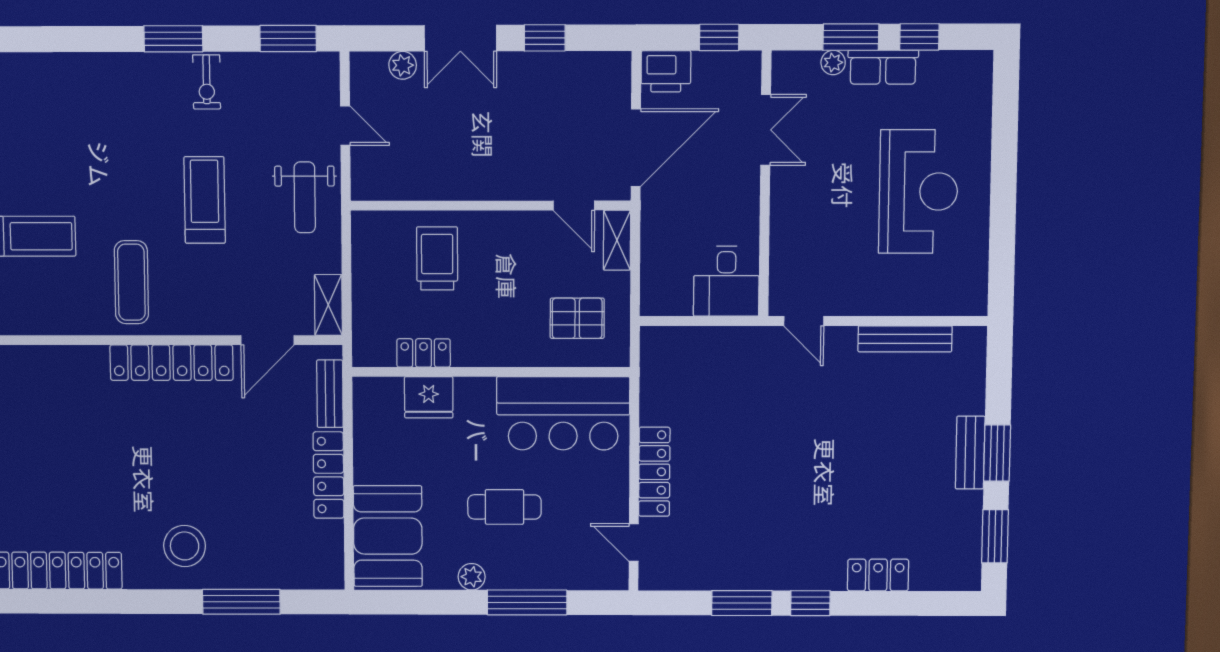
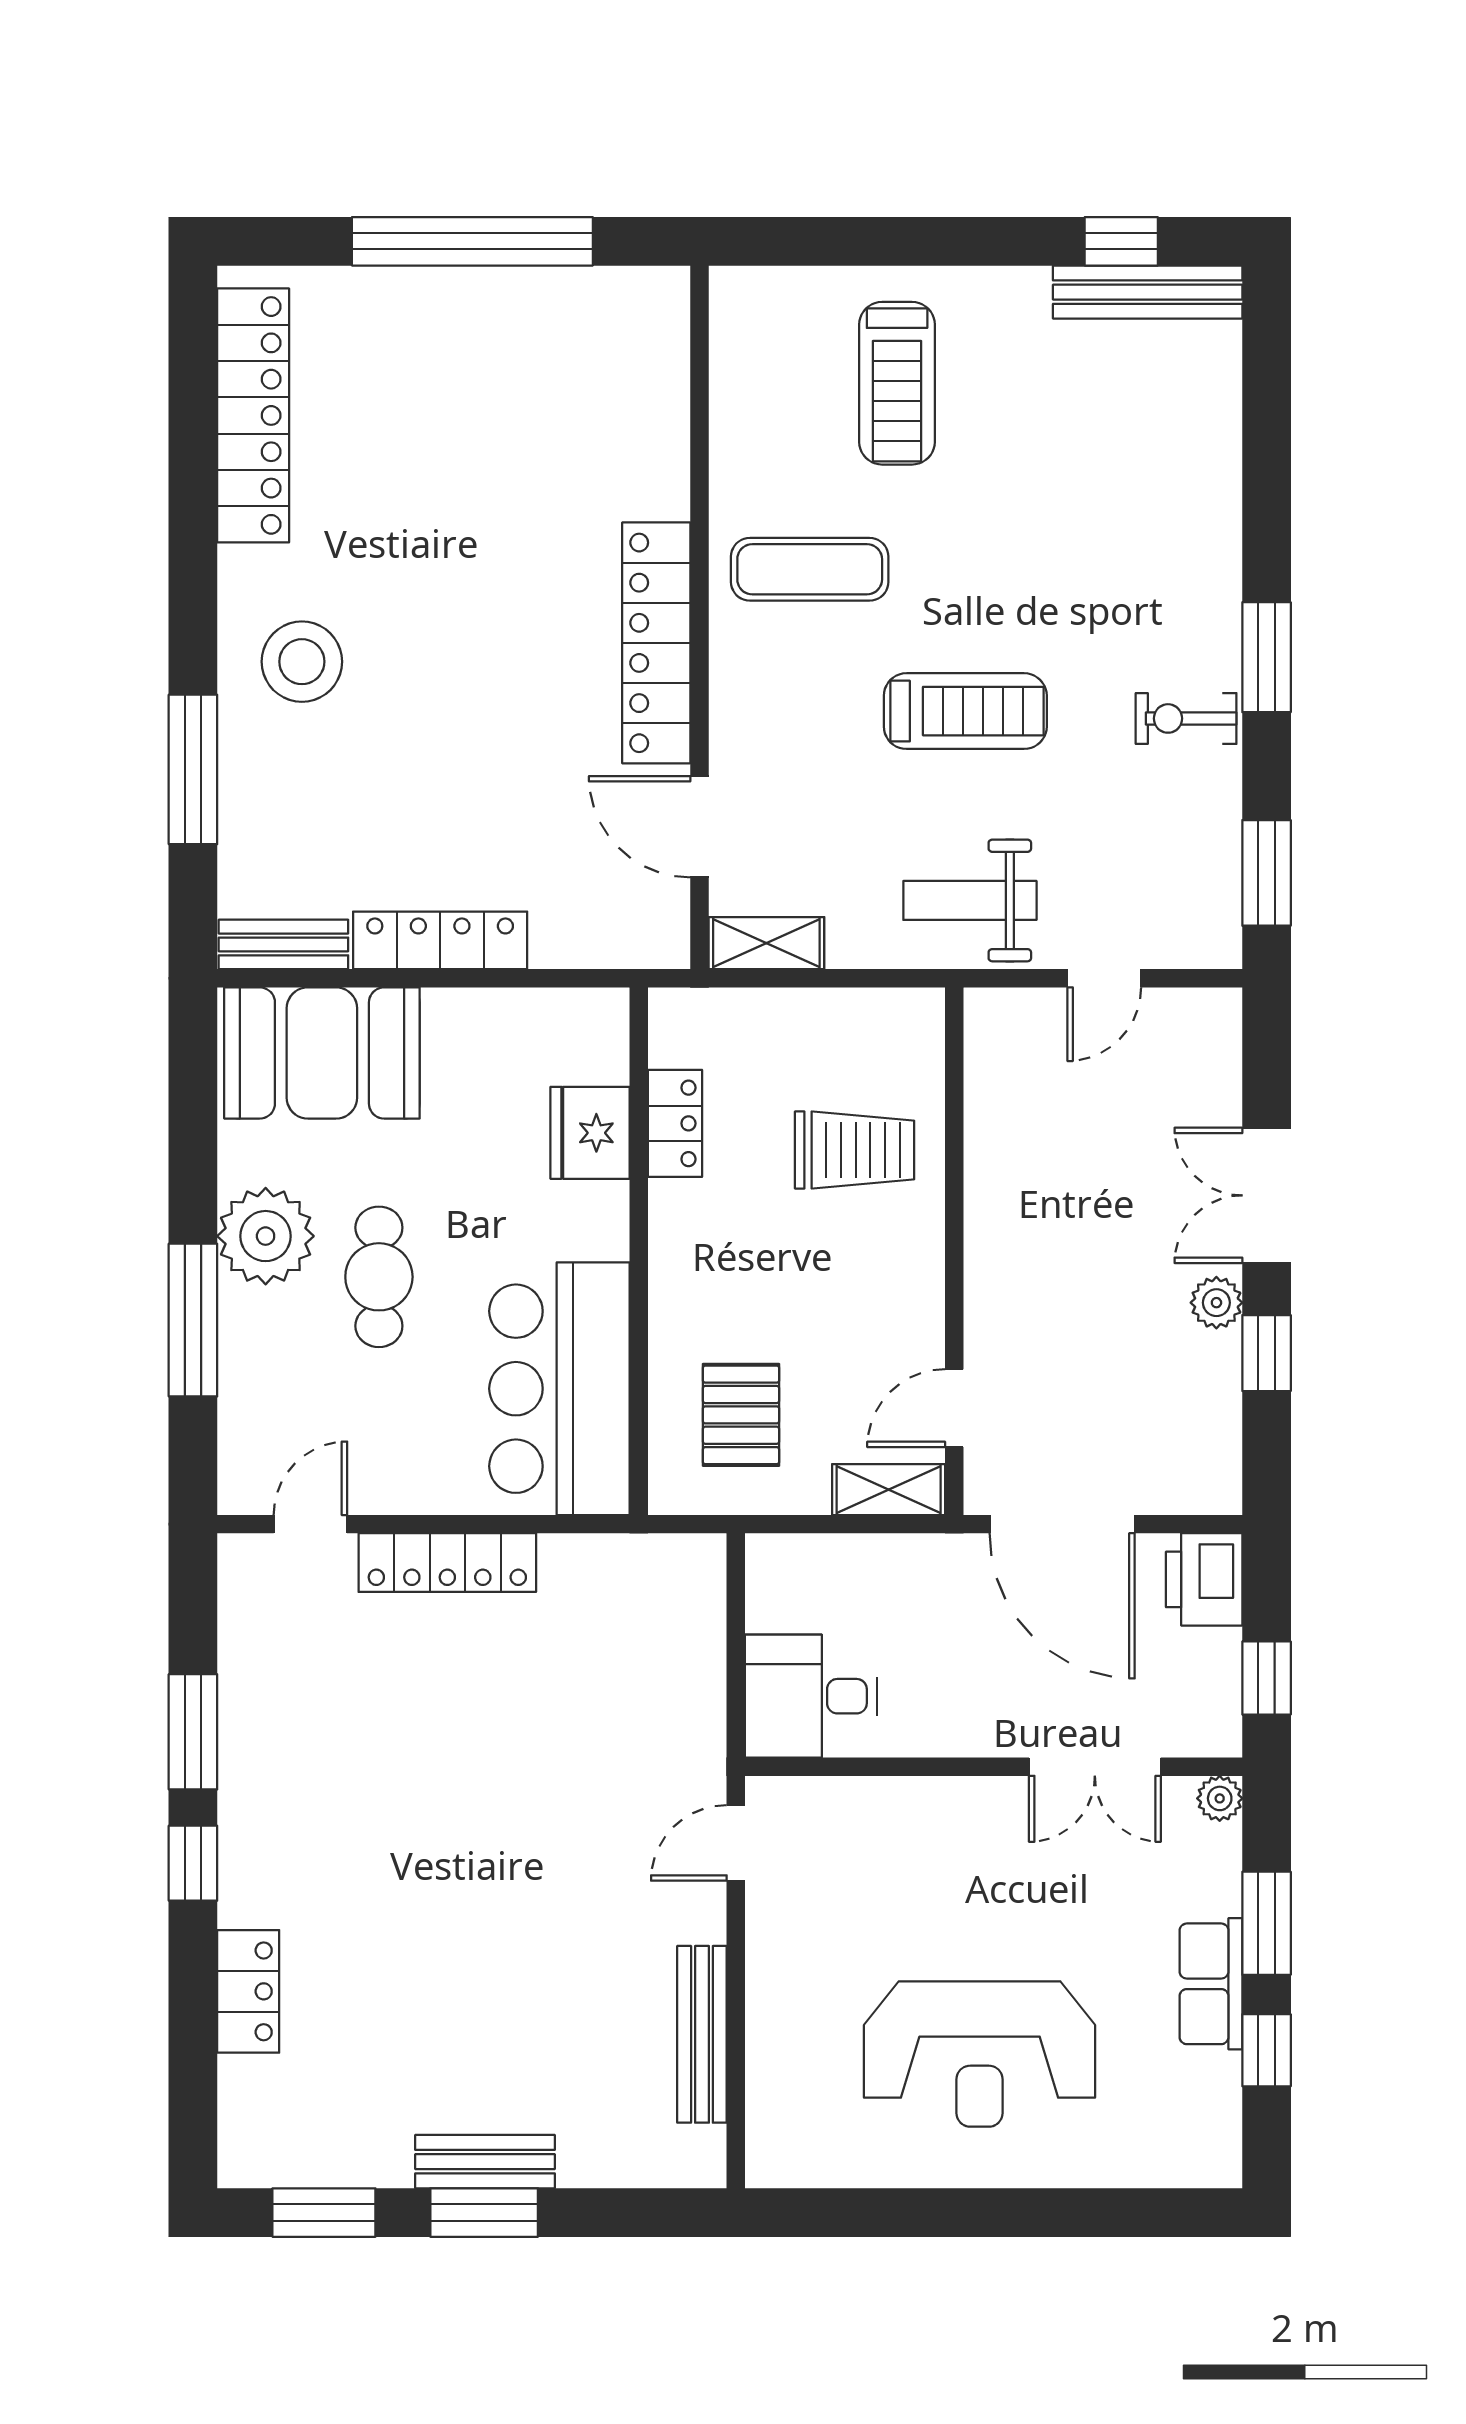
plant: (833, 63) -> (1220, 1798), moved
plant: (403, 65) -> (1216, 1303), moved
bench: (330, 394) -> (283, 944), moved
plant: (472, 577) -> (266, 1236), width x1.88, depth x1.88

